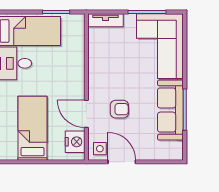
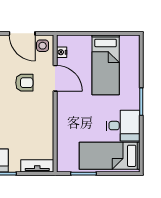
armchair: (119, 109) -> (24, 83), turned 180
nightstand: (75, 142) -> (62, 52), width x0.53, depth x0.56

